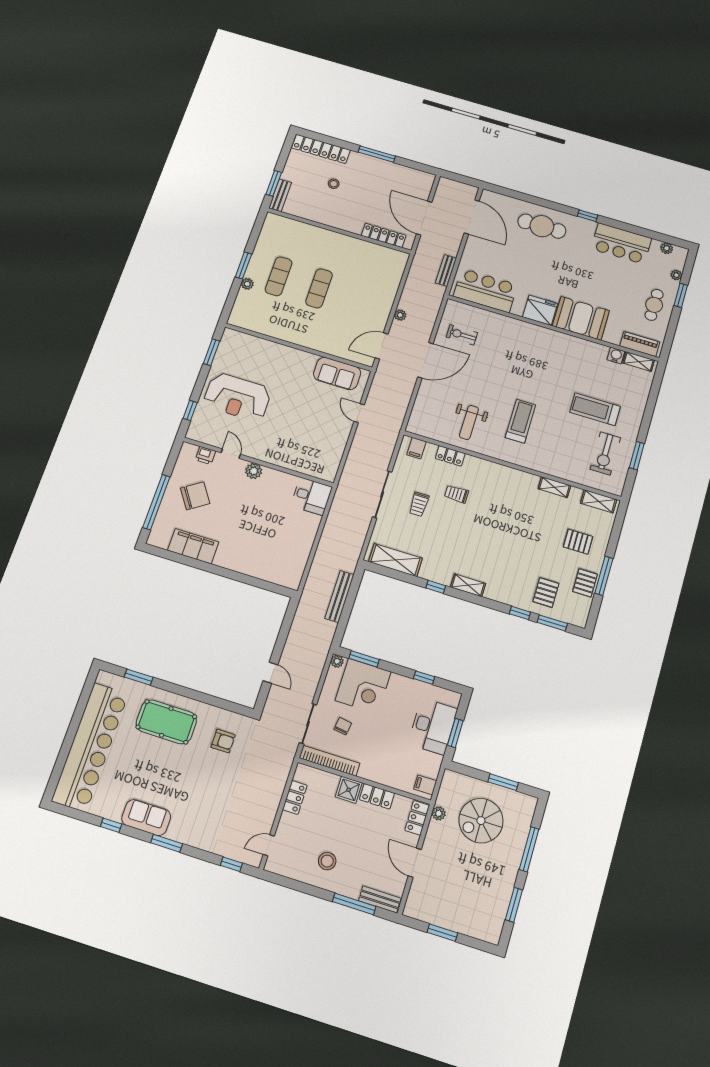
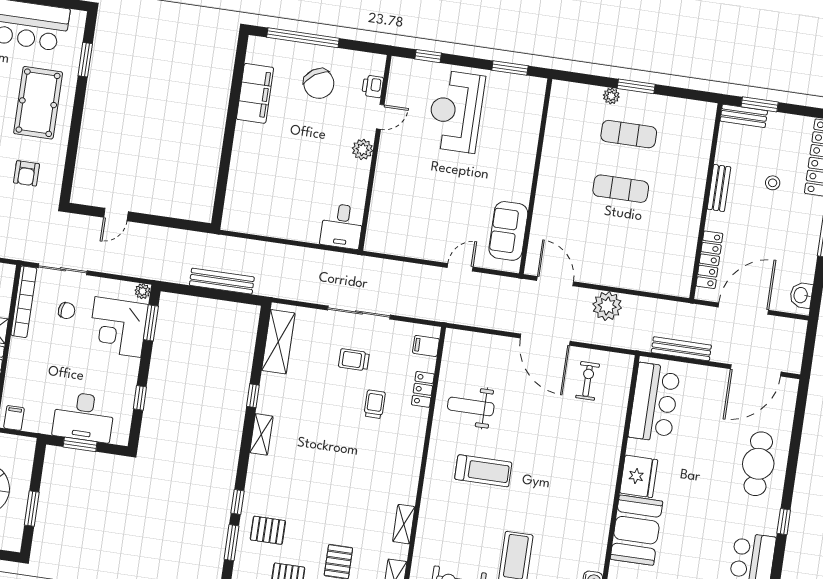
washbasin: (421, 178) -> (801, 295), added
bench: (331, 221) -> (719, 188), added
bench: (446, 271) -> (681, 349), width x1.36
plant: (400, 315) -> (607, 306), width x1.87, depth x1.87

